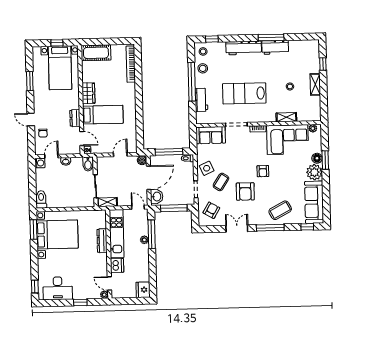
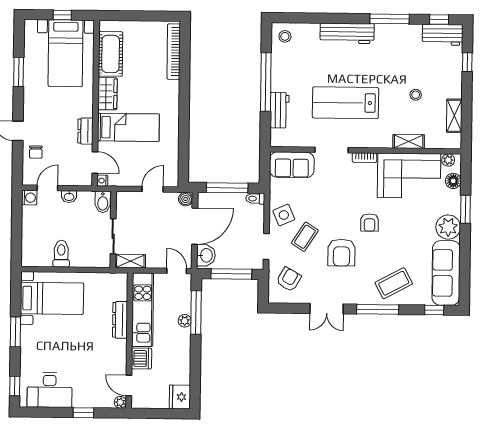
window: (212, 39) -> (439, 20), moved
workbench: (275, 47) -> (443, 35), moved
cot: (96, 53) -> (111, 54), moved, turned 90
stool: (203, 68) -> (283, 62), removed
shelving: (315, 84) -> (454, 116), moved
floor lamp: (317, 158) -> (453, 181), moved
toilet: (41, 199) -> (61, 254), moved
double door: (237, 228) -> (327, 309), swing flipped
window: (33, 229) -> (15, 332), moved
bed with nightstands: (57, 235) -> (52, 298), width x0.73

